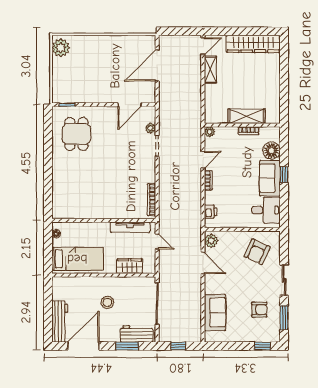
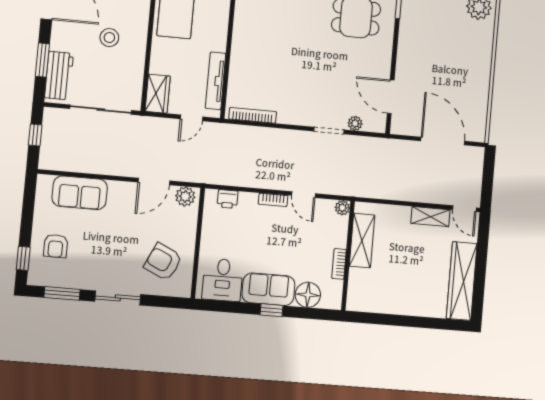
shelving: (246, 116) -> (362, 241), moved
wardrobe: (130, 266) -> (158, 94), moved
armchair: (259, 310) -> (56, 246), moved

